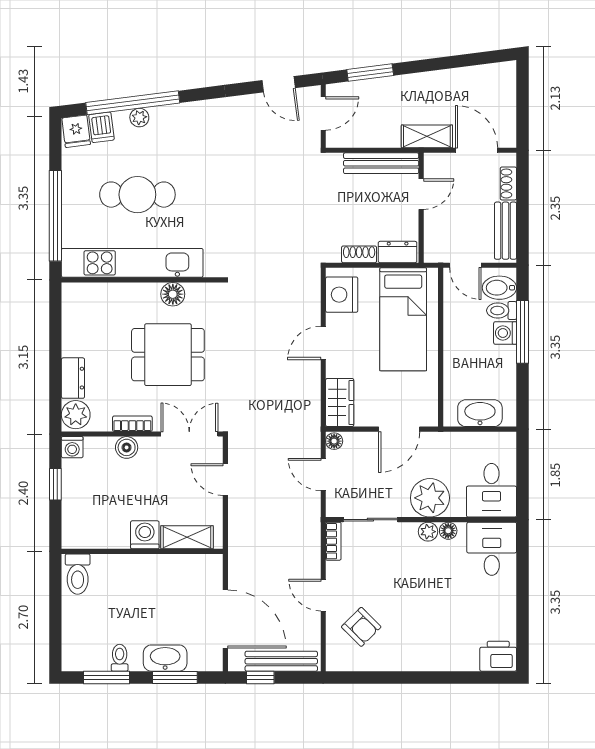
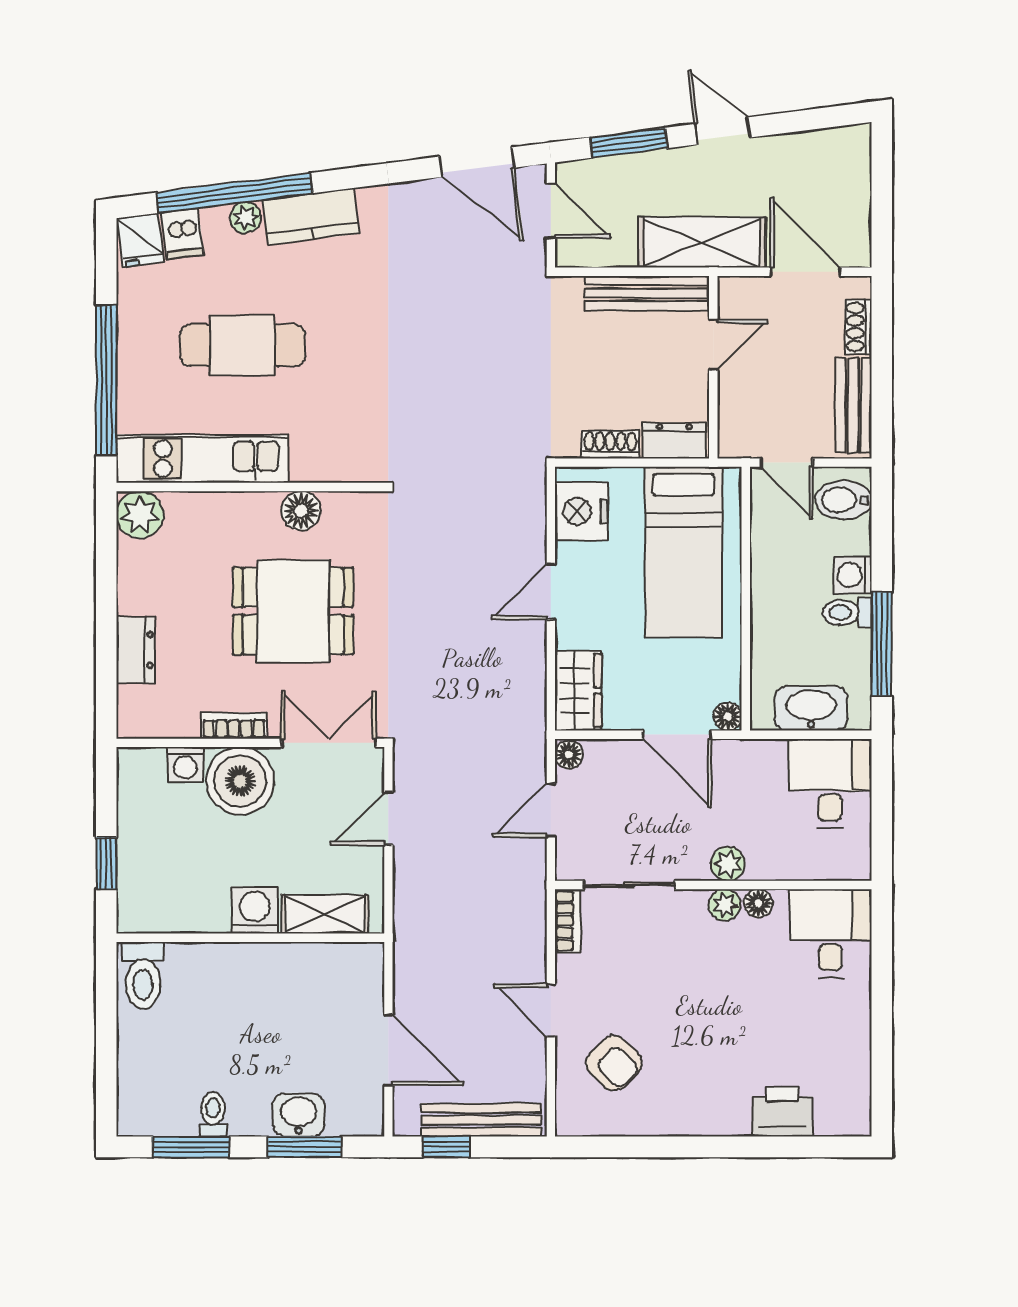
door: (426, 65) -> (722, 131), added
door: (279, 84) -> (477, 162), width x1.38
door: (323, 113) -> (551, 211), hinge flipped
kitchen counter: (179, 117) -> (311, 217), added
shelving: (427, 136) -> (702, 242), width x1.50, depth x1.33
kitchen unit: (132, 263) -> (202, 459), width x0.73
toilet: (502, 311) -> (847, 612), moved
window: (523, 332) -> (882, 644), moved
plant: (76, 415) -> (140, 515), moved
floor lamp: (430, 418) -> (728, 717), added
door: (399, 429) -> (677, 735), hinge flipped
washing machine: (72, 447) -> (185, 765), moved
boiler: (127, 447) -> (240, 781), width x1.86, depth x1.86
door: (323, 474) -> (551, 810), hinge flipped
door: (225, 480) -> (388, 818), hinge flipped
window: (55, 484) -> (106, 863), moved
desk: (492, 490) -> (830, 783), moved, turned 180
plant: (430, 498) -> (728, 864), width x0.53, depth x0.53
door: (225, 619) -> (388, 1050), width x0.73
printer: (498, 656) -> (783, 1112), moved
washbasin: (165, 658) -> (298, 1115), width x0.72

